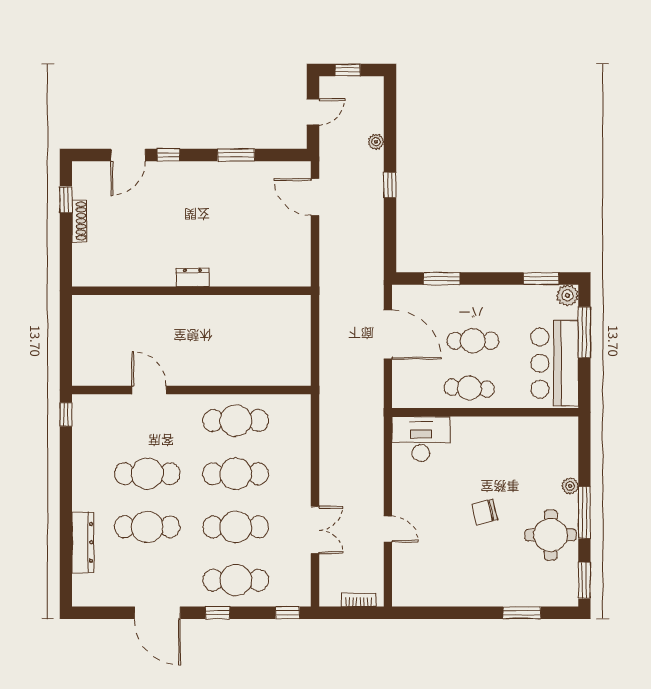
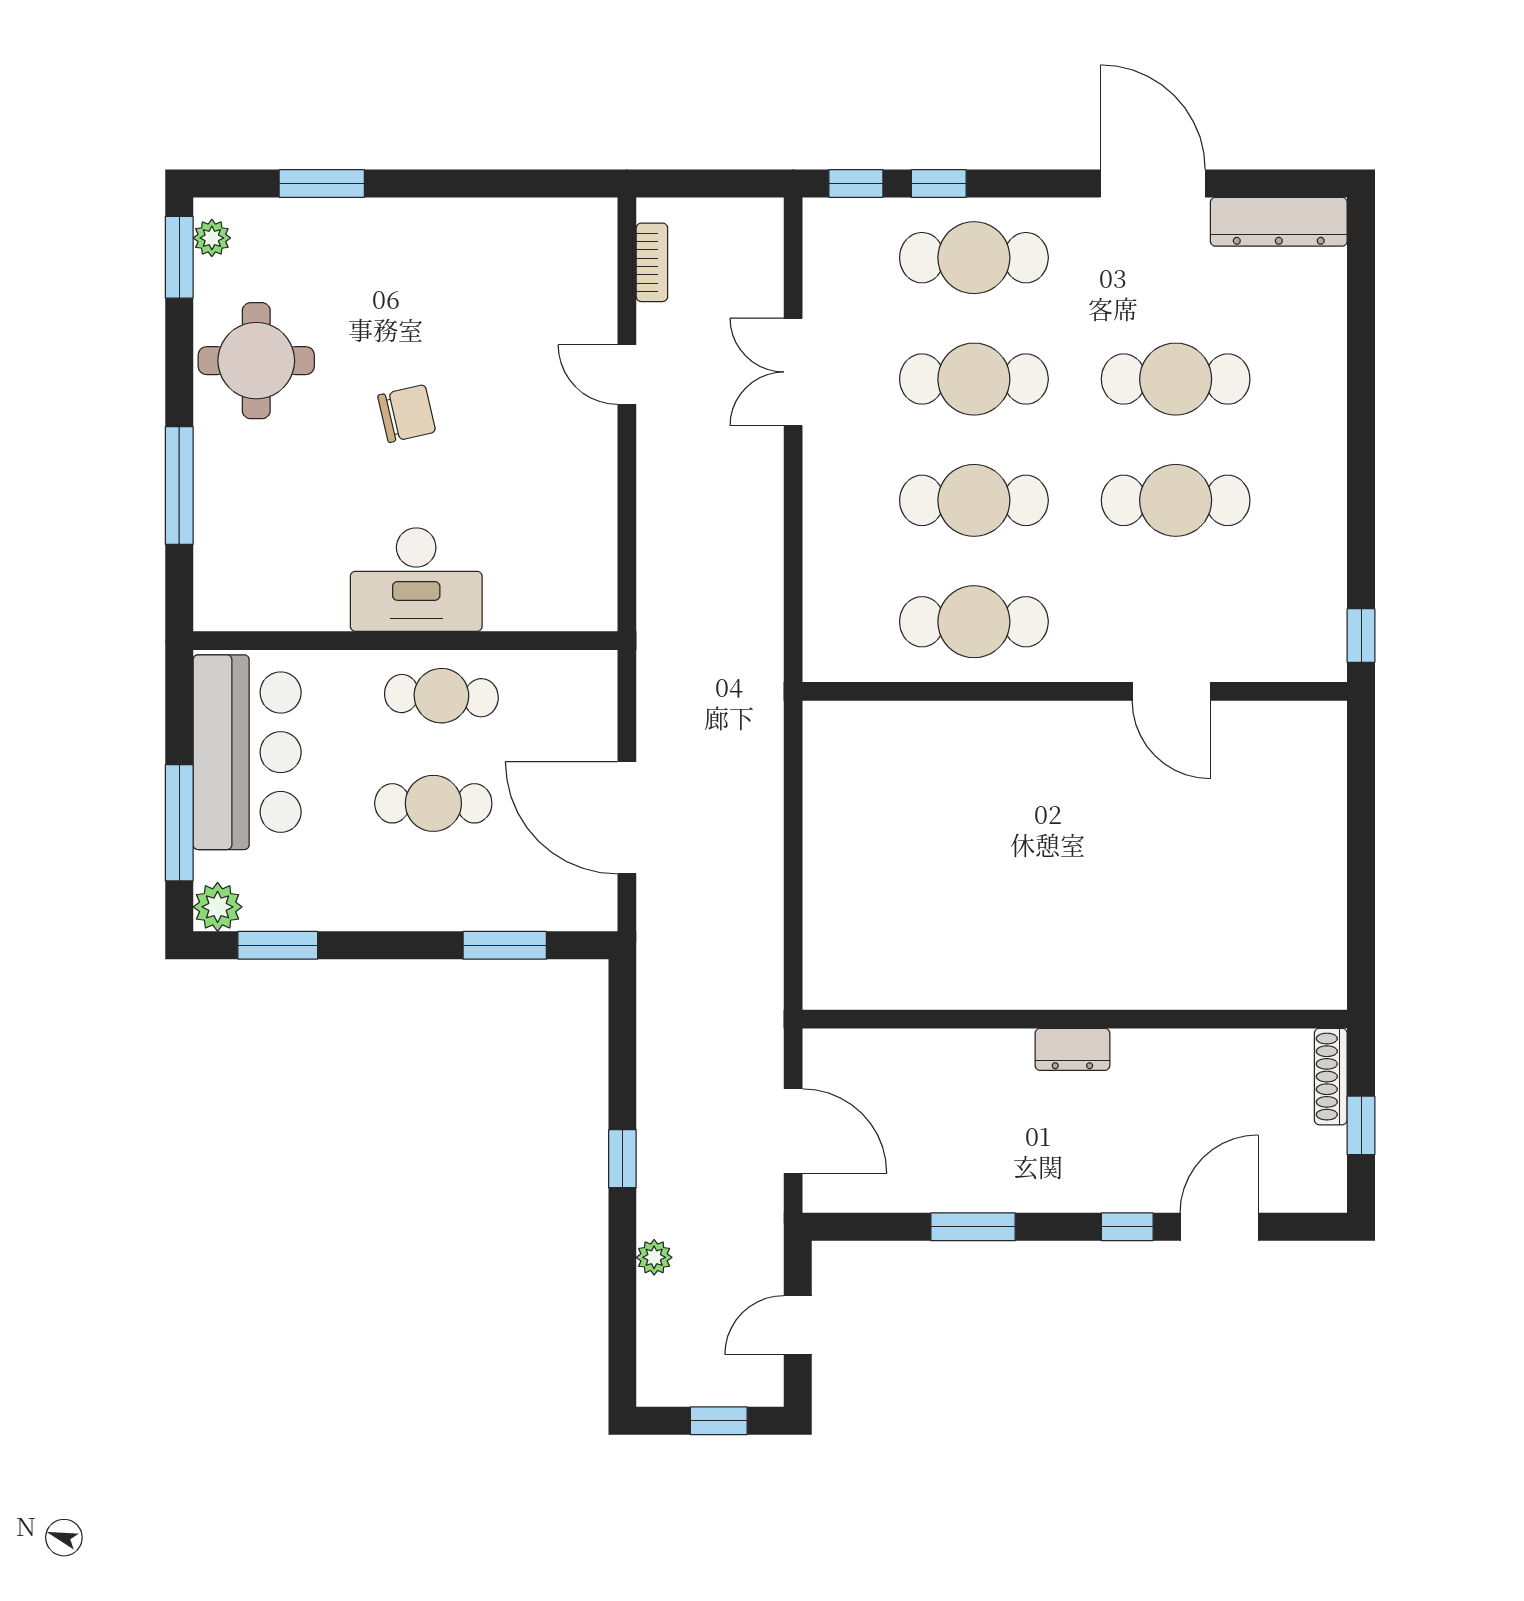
dresser: (193, 277) -> (1072, 1049), moved
wall: (191, 291) -> (1075, 1019), moved
desk: (421, 439) -> (416, 580), moved
plant: (570, 486) -> (212, 238), moved
window: (584, 512) -> (179, 486), moved
dresser: (83, 542) -> (1279, 222), moved, turned -90
bookcase: (359, 600) -> (652, 262), moved, turned -90
window: (218, 613) -> (939, 183), moved

